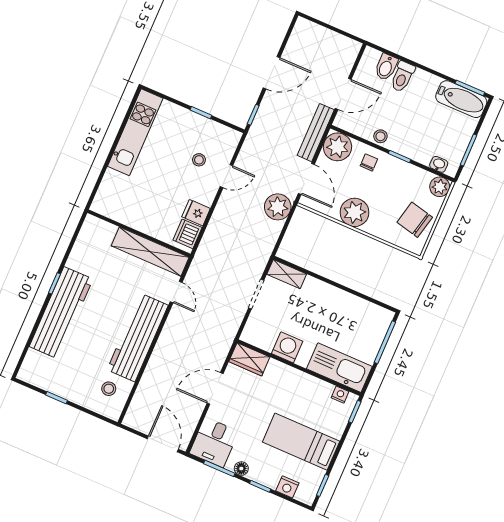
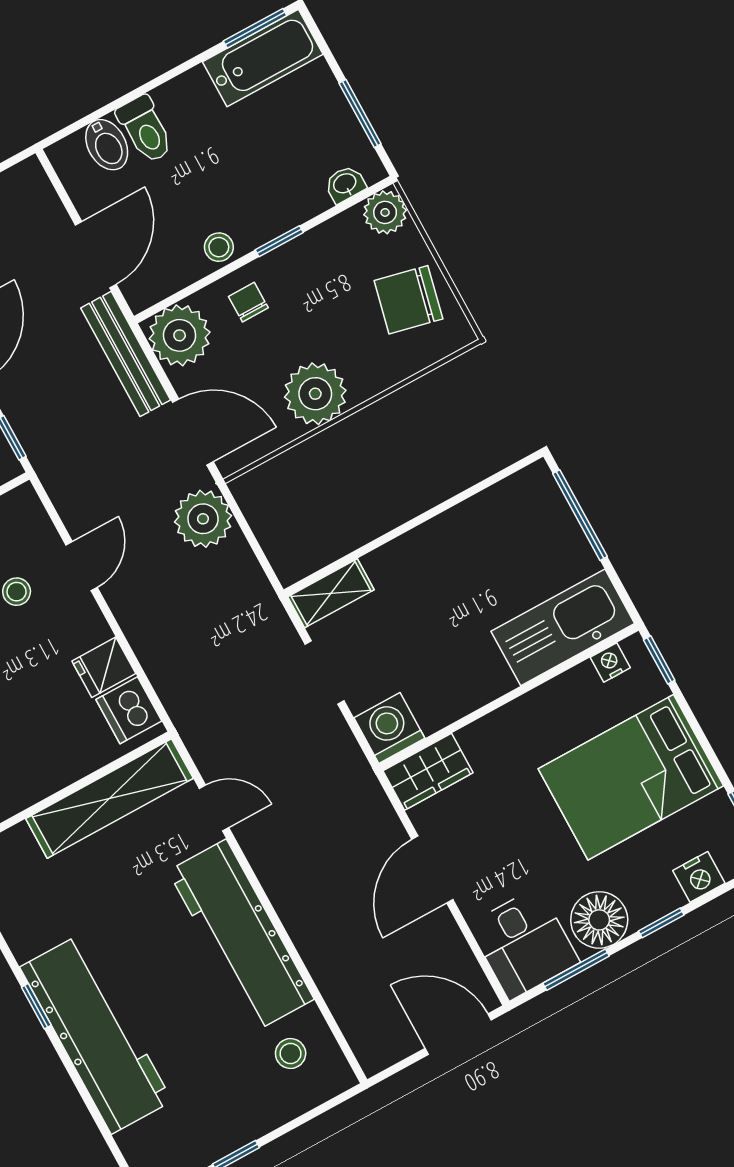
washing machine: (287, 347) -> (389, 728), moved
bed: (301, 442) -> (631, 777), width x1.50
floor lamp: (241, 469) -> (599, 920), width x1.89, depth x1.89

